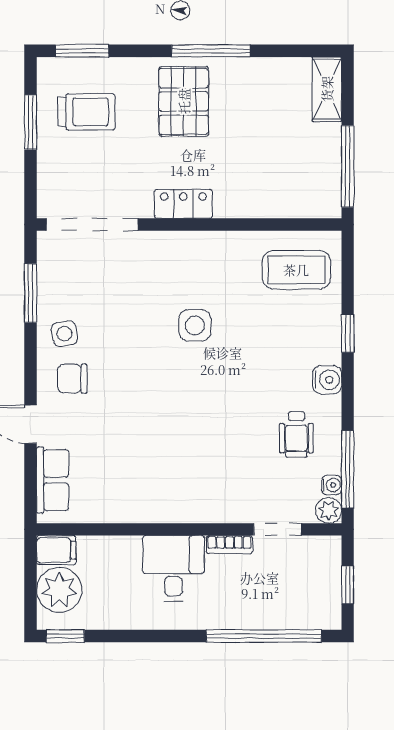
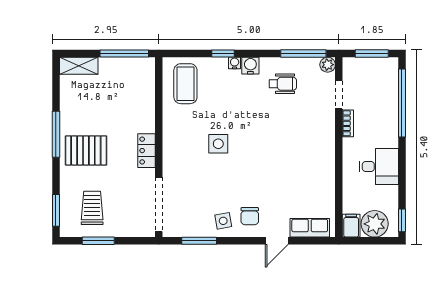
water cooler: (332, 485) -> (235, 63), moved
desk: (173, 568) -> (379, 166), moved, turned 180
window: (348, 585) -> (372, 53), width x1.50

